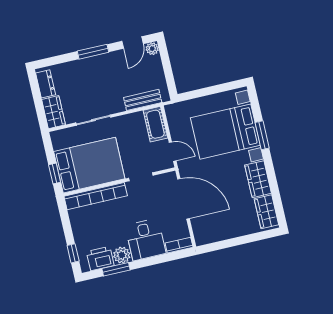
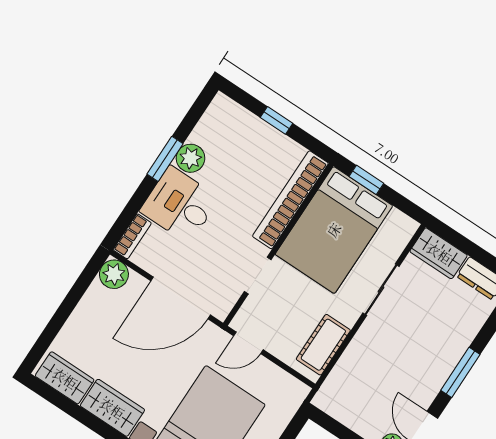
bench: (143, 100) -> (344, 371), removed
cot: (155, 124) -> (323, 345), moved, turned 90
plant: (203, 236) -> (114, 274), added
window: (73, 253) -> (277, 120), moved
printer: (100, 259) -> (213, 129), removed
window: (116, 269) -> (165, 159), moved

